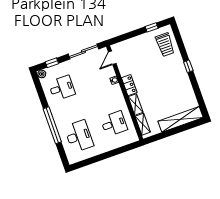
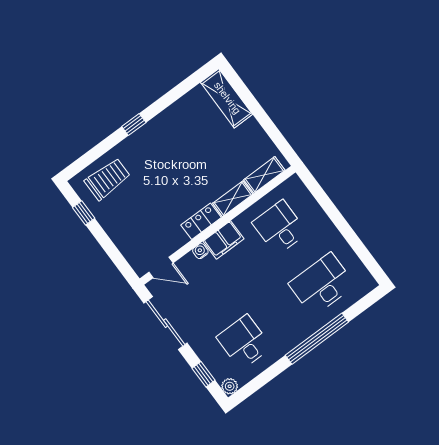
filing cabinet: (116, 94) -> (224, 240), added
shelving: (181, 119) -> (227, 98), width x0.68

